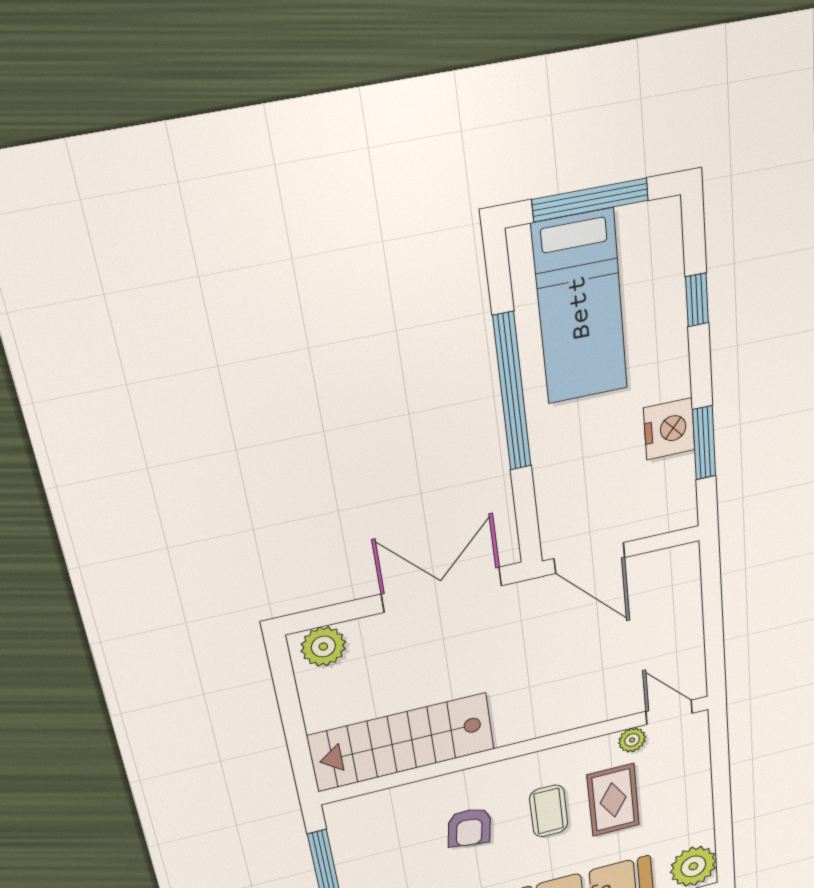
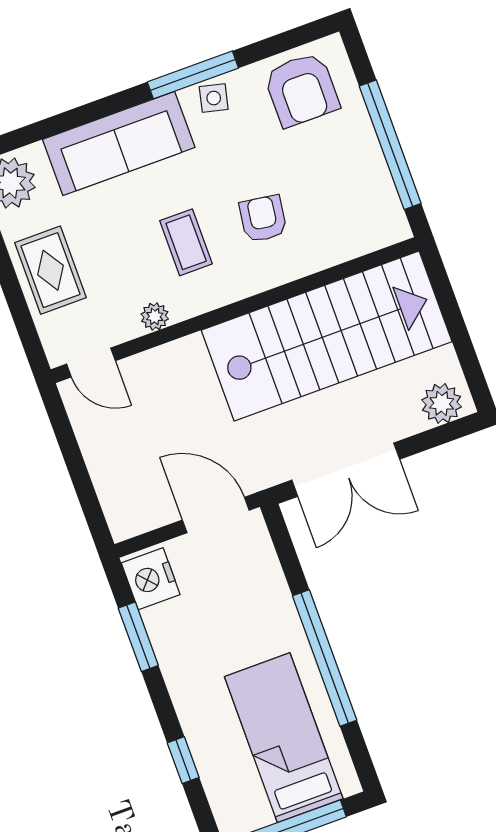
nightstand: (669, 429) -> (151, 579), moved
plant: (632, 740) -> (155, 317), moved
stairs: (402, 742) -> (327, 336), width x1.36, depth x1.51
rug: (613, 800) -> (50, 270), moved

